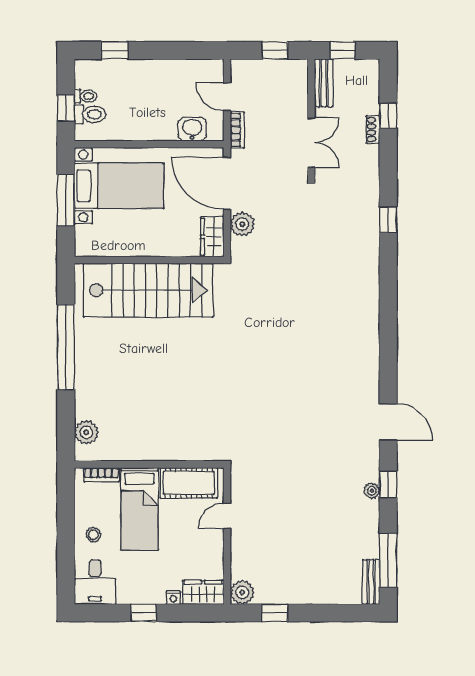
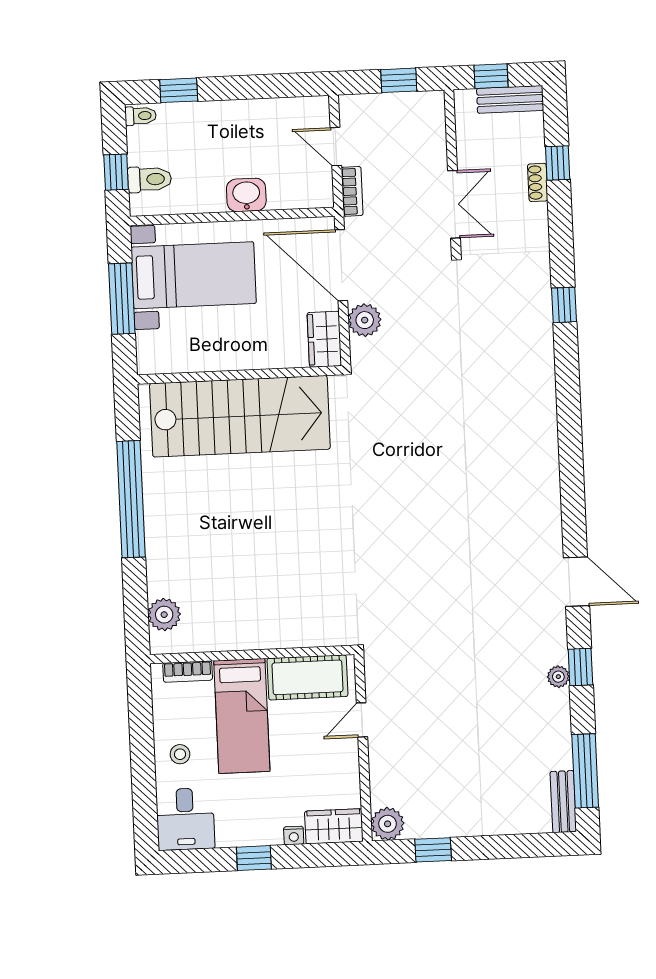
bench: (324, 83) -> (510, 99), moved, turned 90
toilet: (86, 96) -> (140, 116), moved
washbasin: (192, 129) -> (246, 195), moved

